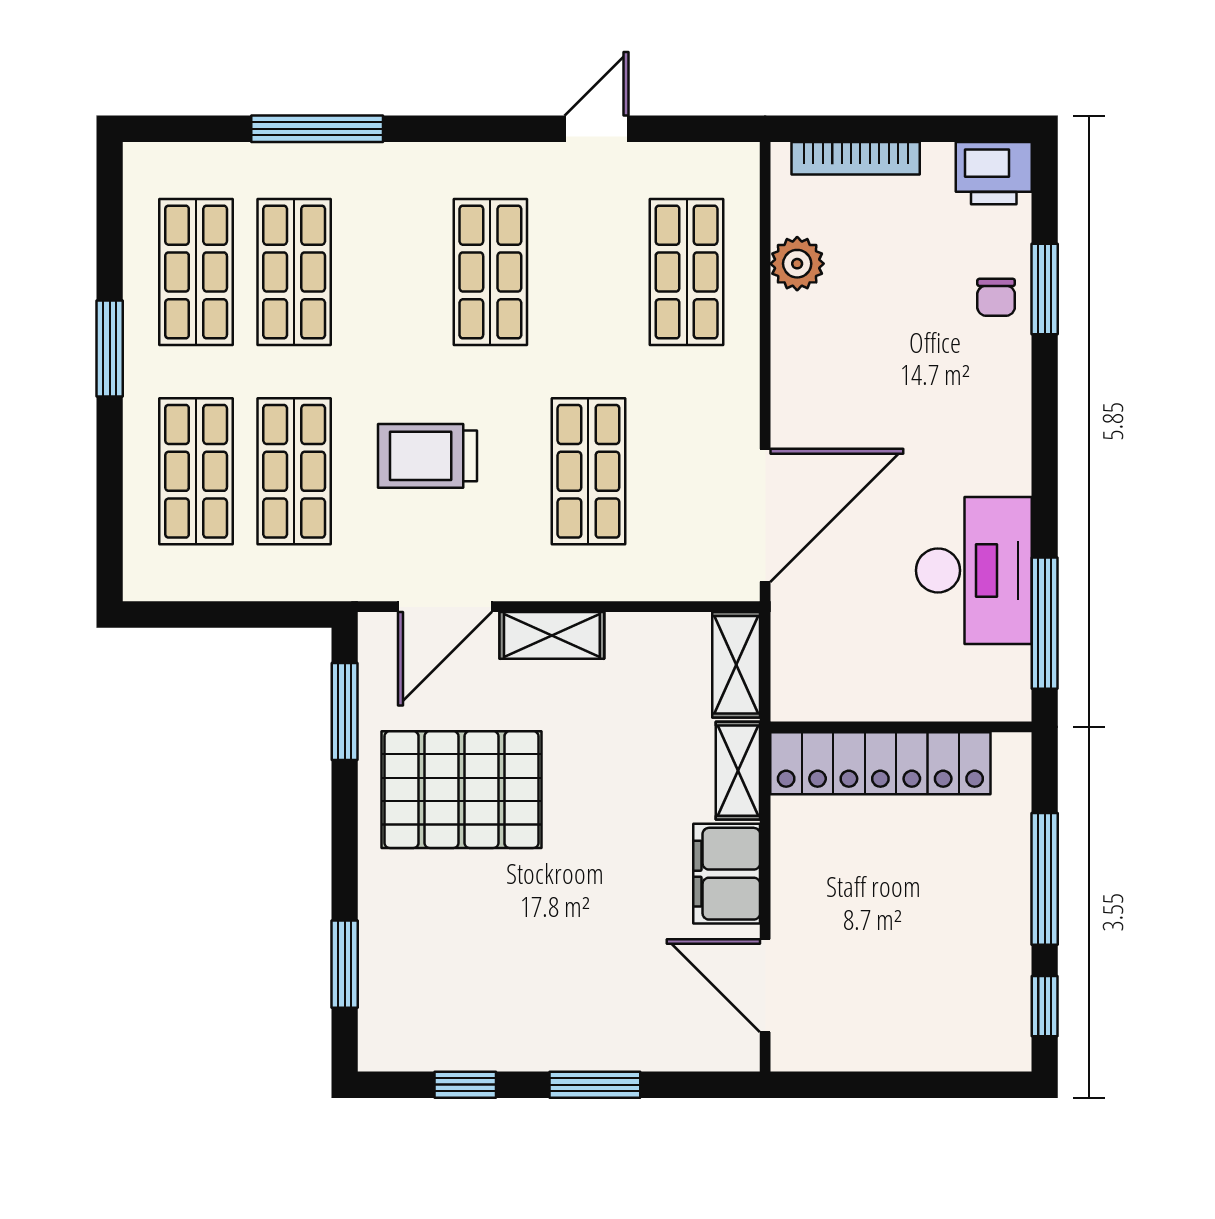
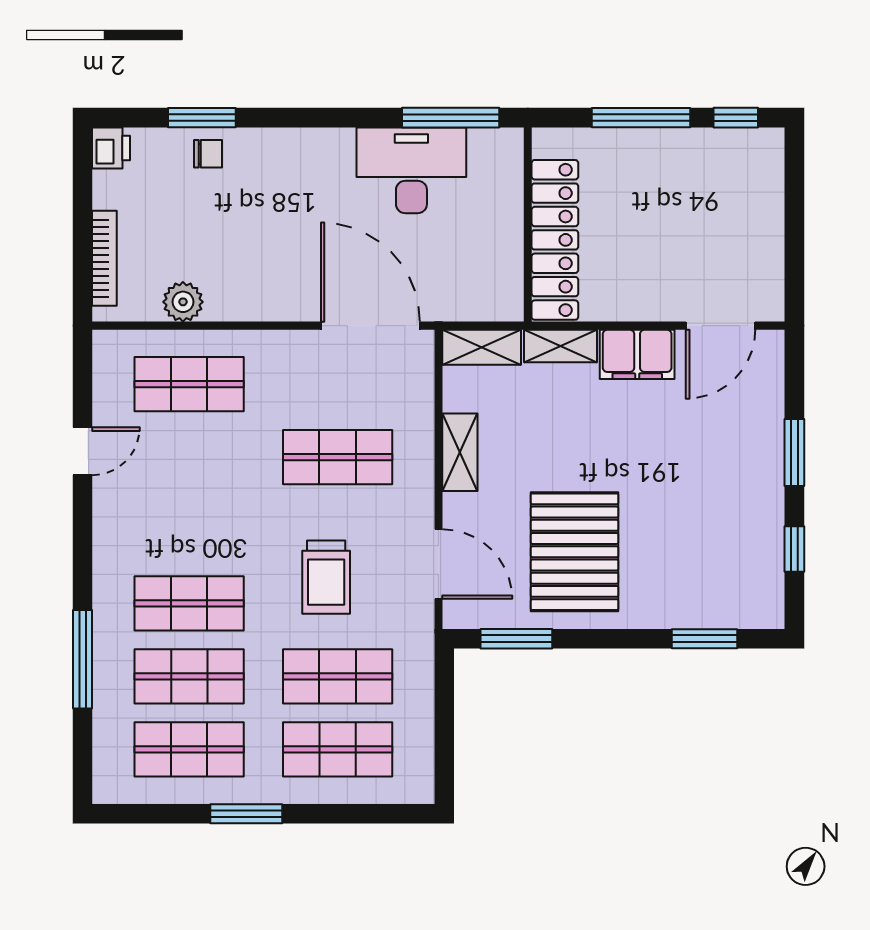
door: (596, 129) -> (83, 451), swing flipped
printer: (994, 173) -> (111, 148), width x0.73, depth x0.81
shop shelf: (490, 272) -> (189, 603), moved
shelving: (552, 635) -> (460, 452), moved

